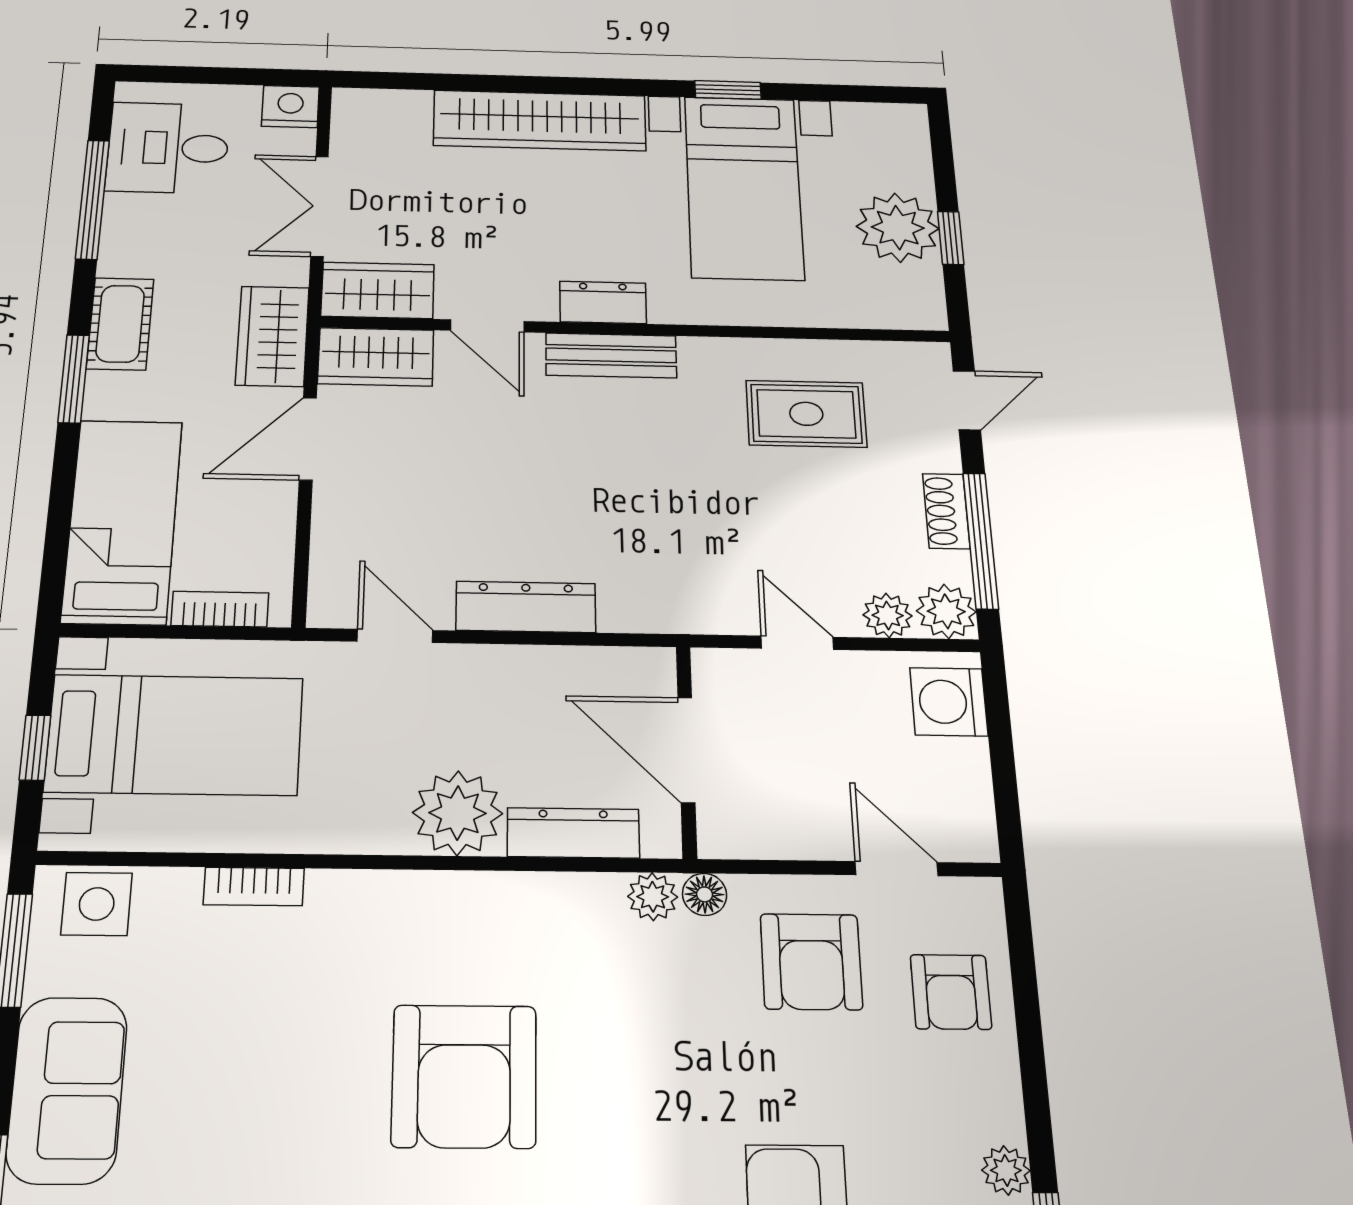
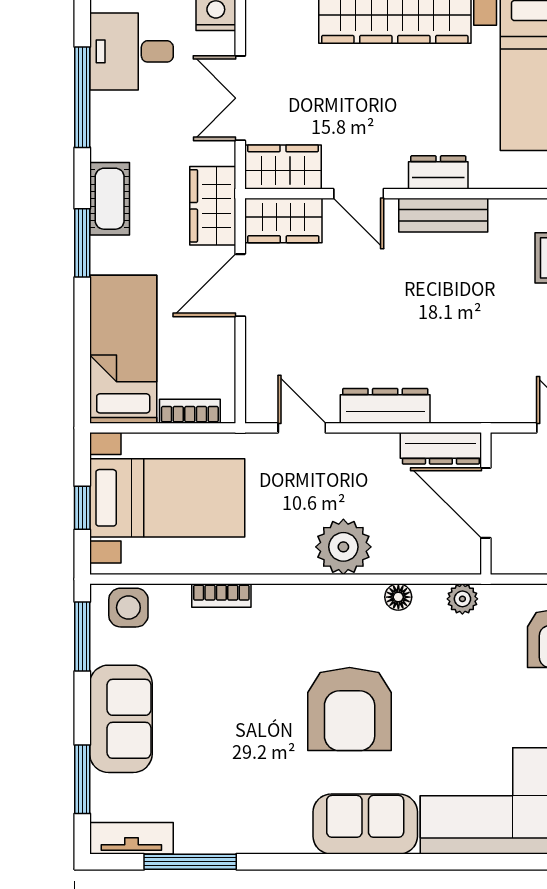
dresser: (573, 833) -> (441, 448), moved, turned 180
floor lamp: (705, 894) -> (398, 597), moved

